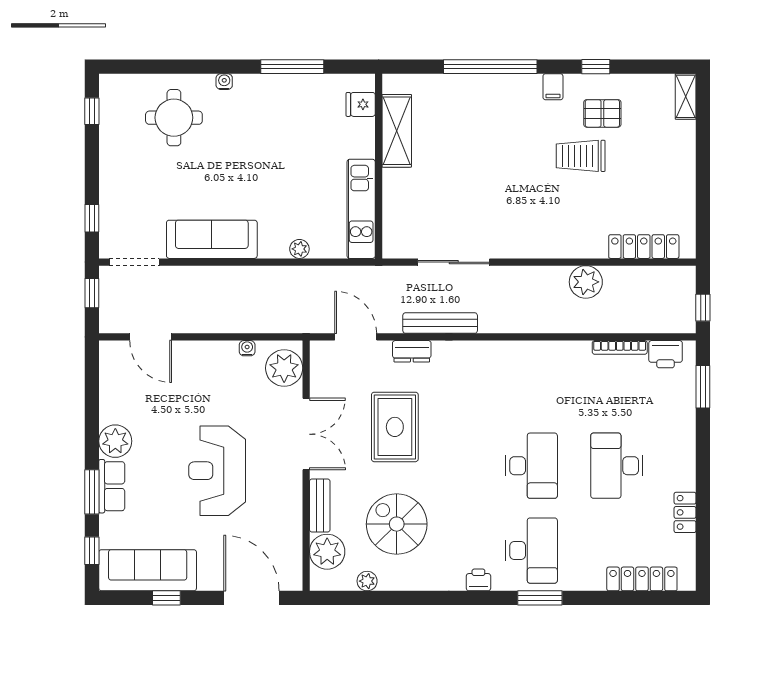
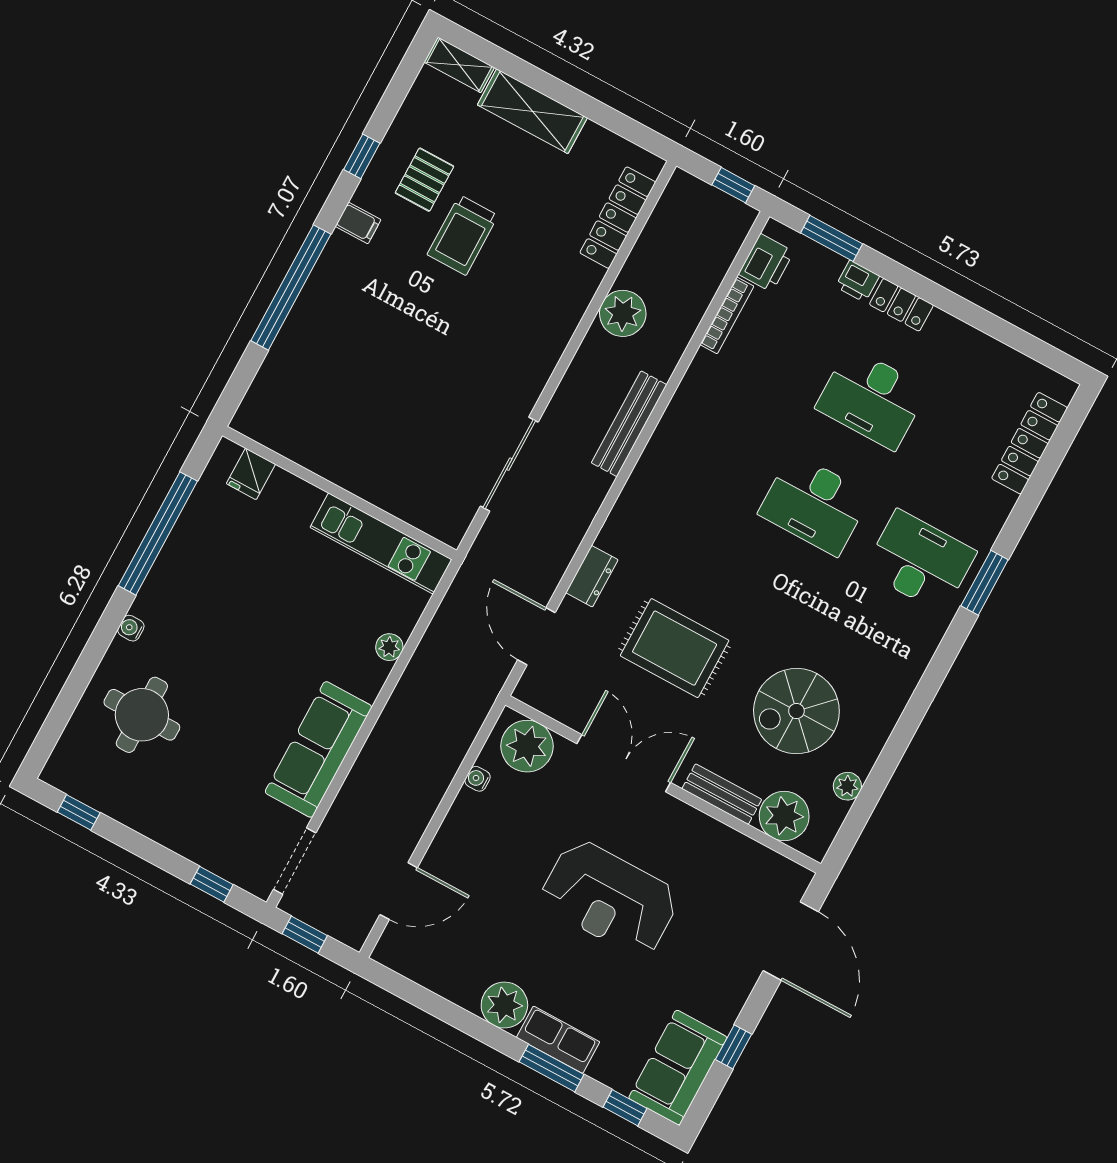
window: (292, 67) -> (158, 533), width x1.46
shelving: (397, 131) -> (532, 111), moved
bench: (440, 323) -> (629, 424), moved
door: (356, 337) -> (536, 636), hinge flipped
desk: (532, 466) -> (815, 504), turned 180
locker: (685, 512) -> (901, 305), moved
sofa: (148, 570) -> (678, 1068), width x0.73
printer: (478, 580) -> (857, 281), moved, turned -90
door: (251, 598) -> (791, 941), swing flipped

